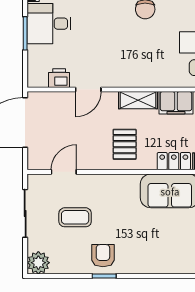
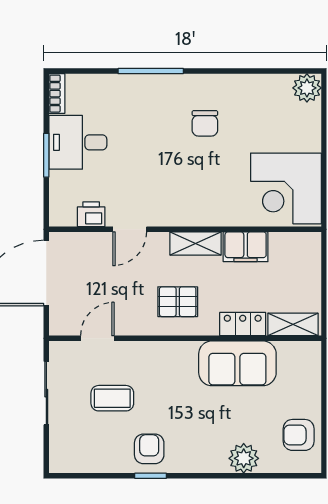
pallet: (125, 144) -> (178, 302), turned 90
plant: (38, 263) -> (244, 458), moved

